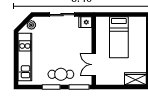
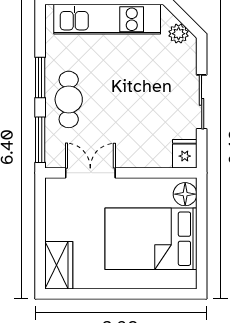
floor lamp: (103, 22) -> (185, 194), added
bed: (119, 37) -> (151, 239), width x1.50

